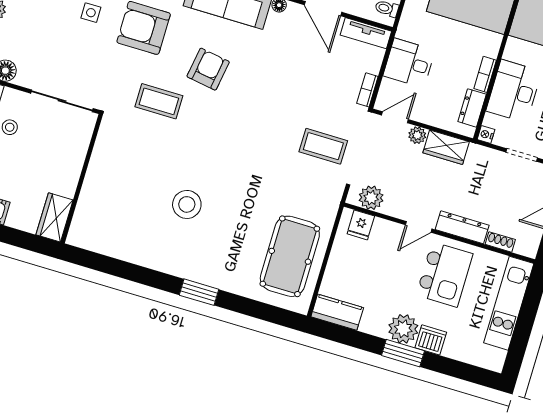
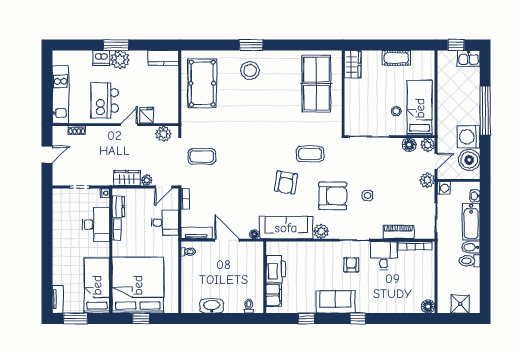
table tennis table: (118, 204) -> (316, 84), added
stool: (187, 204) -> (250, 71), moved
fridge: (361, 225) -> (147, 115), moved
dresser: (462, 227) -> (103, 132), removed

